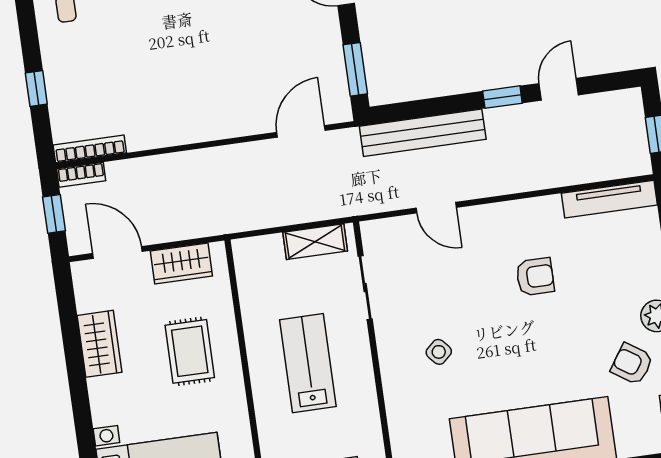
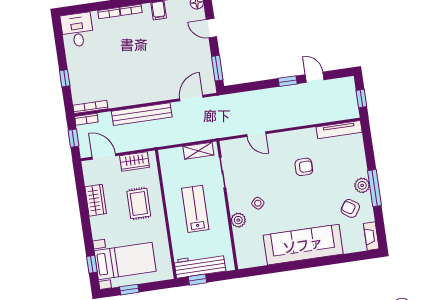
door: (559, 89) -> (315, 77), hinge flipped
bench: (423, 133) -> (142, 114), moved
plant: (398, 387) -> (238, 220), added

